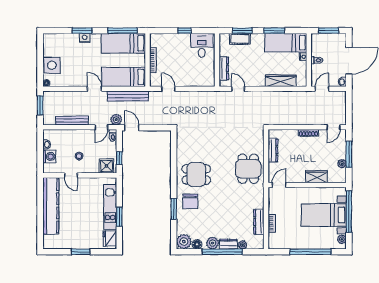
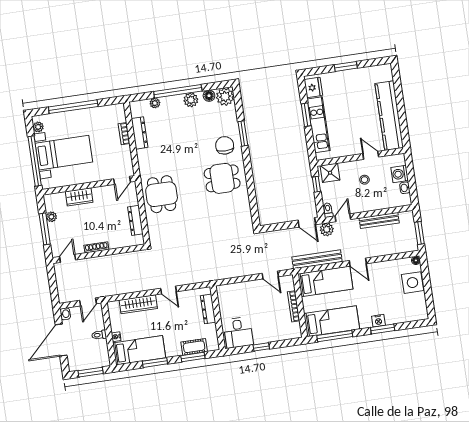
door: (238, 89) -> (169, 290), moved
dresser: (228, 244) -> (172, 101), removed

